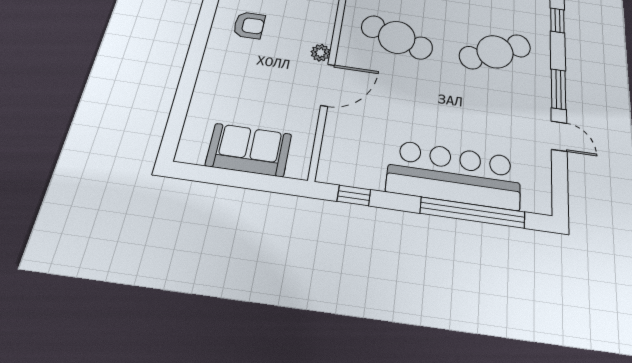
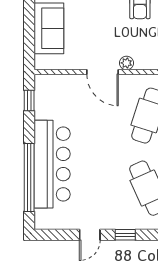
window: (558, 89) -> (125, 235), width x0.67

